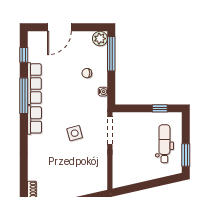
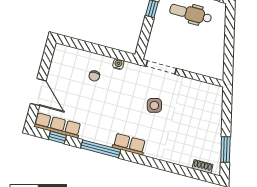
plant: (100, 39) -> (61, 52), removed
window: (111, 54) -> (81, 45), removed
row of seats: (34, 84) -> (58, 125), moved

